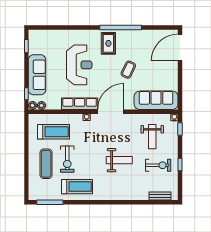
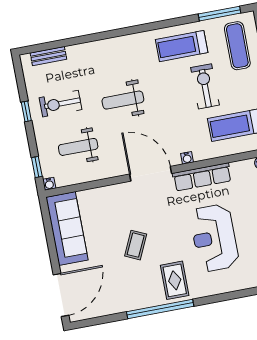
sofa: (156, 100) -> (67, 229), moved, turned -90
door: (111, 112) -> (151, 174), swing flipped
weight bench: (152, 137) -> (78, 147), turned -90
exercise mat: (46, 164) -> (237, 46), moved

